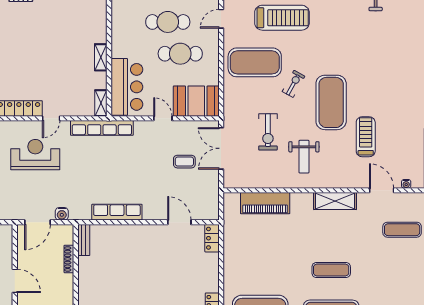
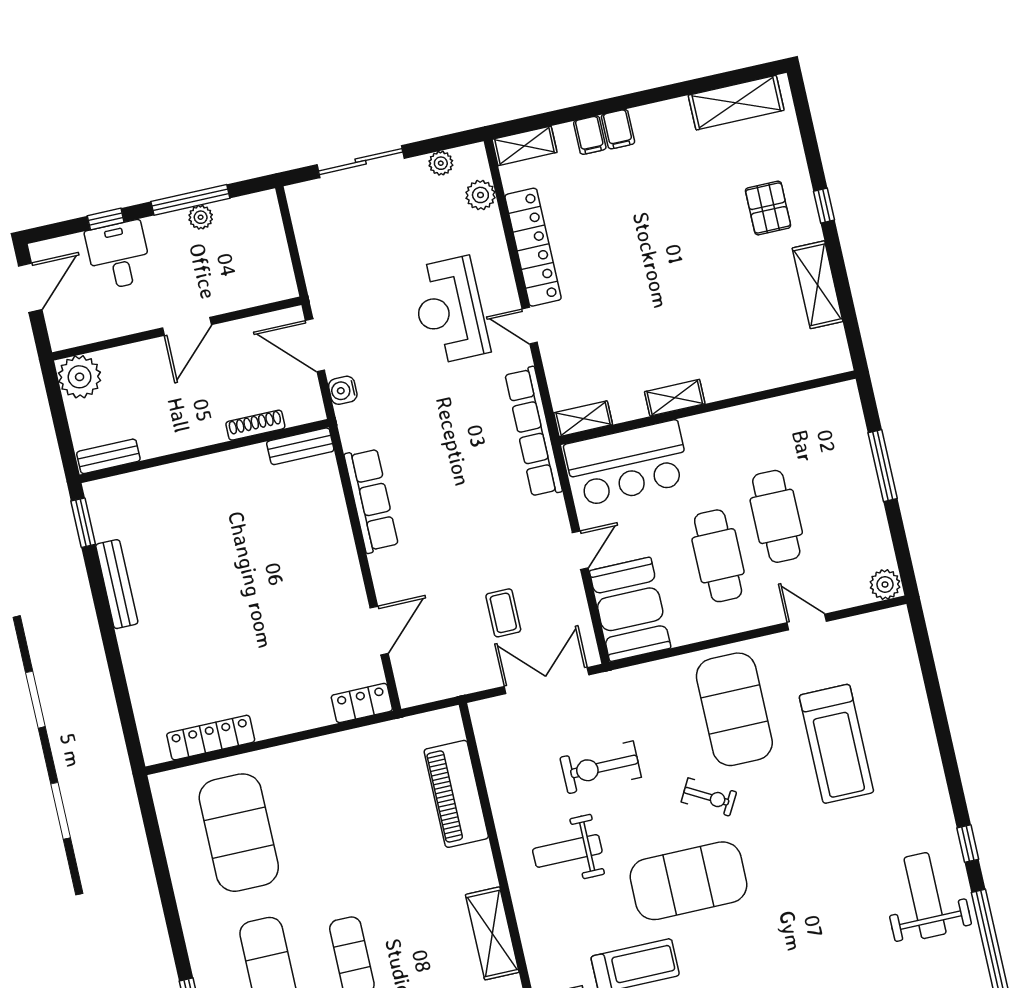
reception desk: (35, 155) -> (450, 310), turned 180

